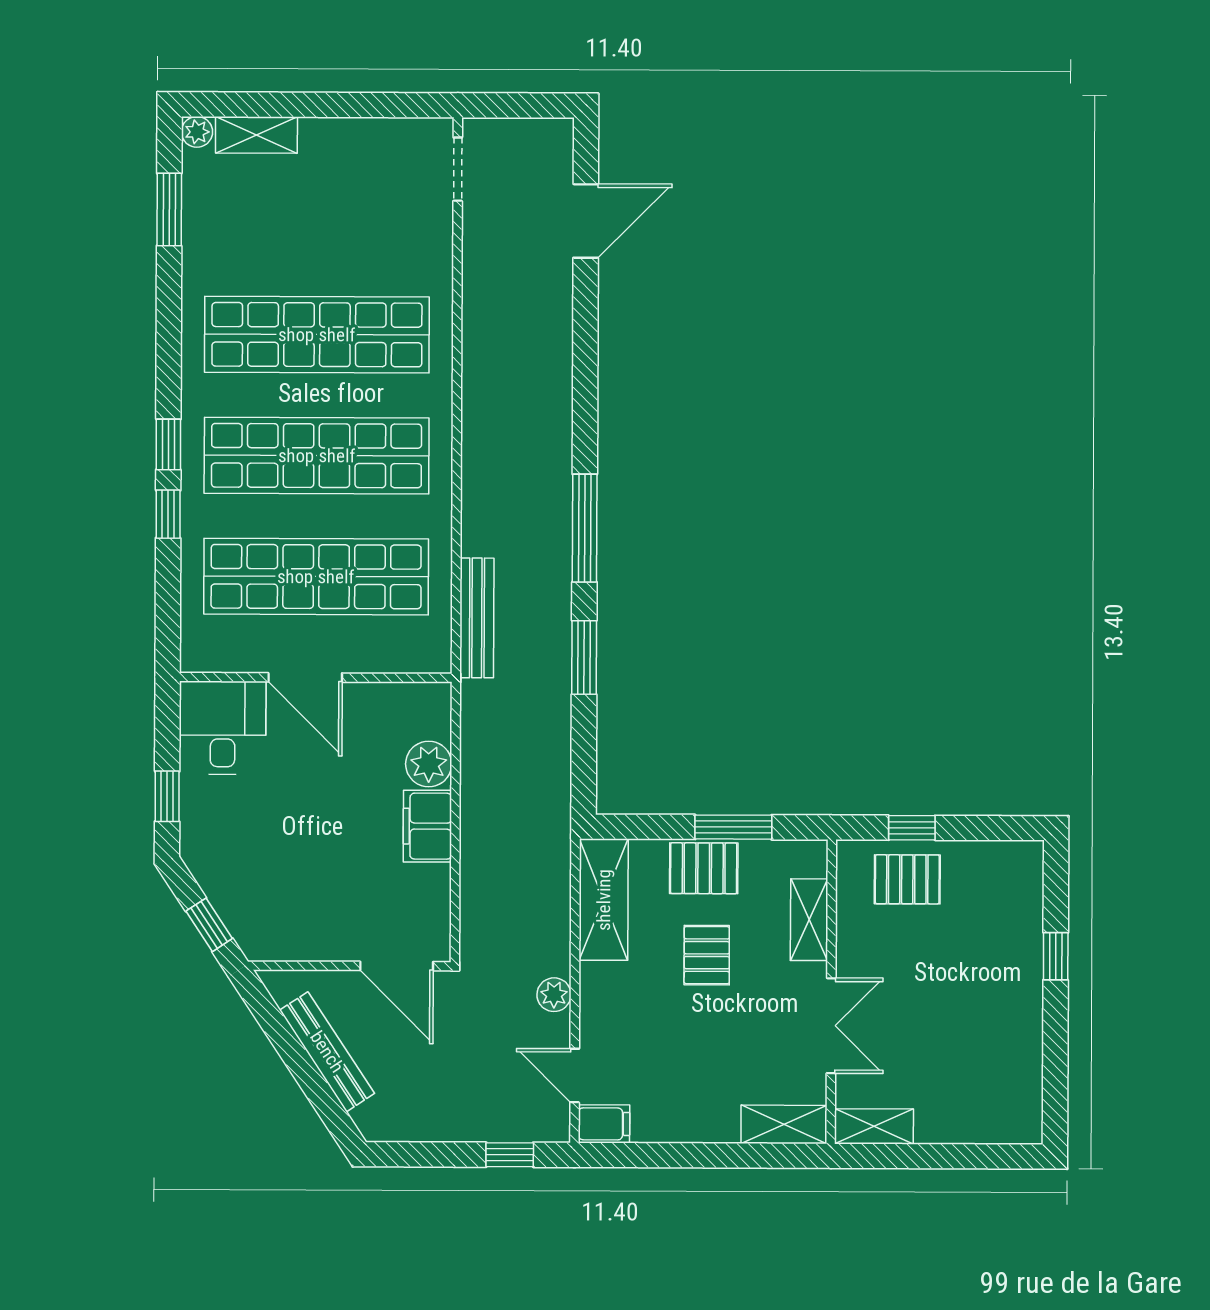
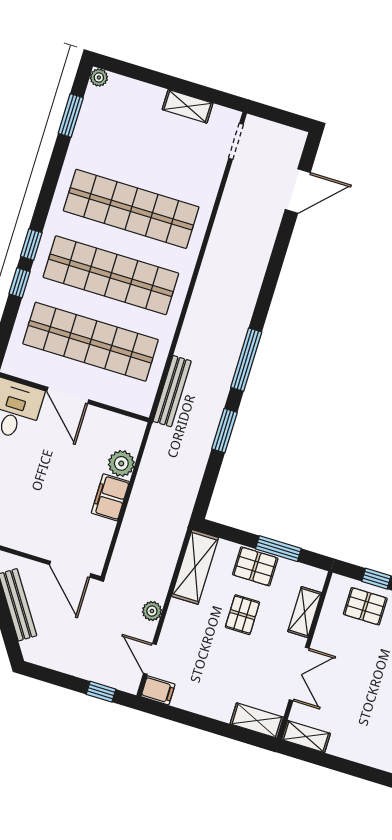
shelving: (256, 135) -> (188, 106), moved

